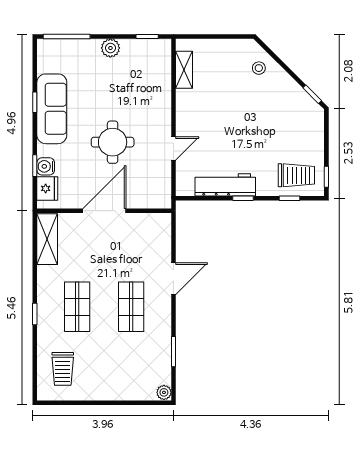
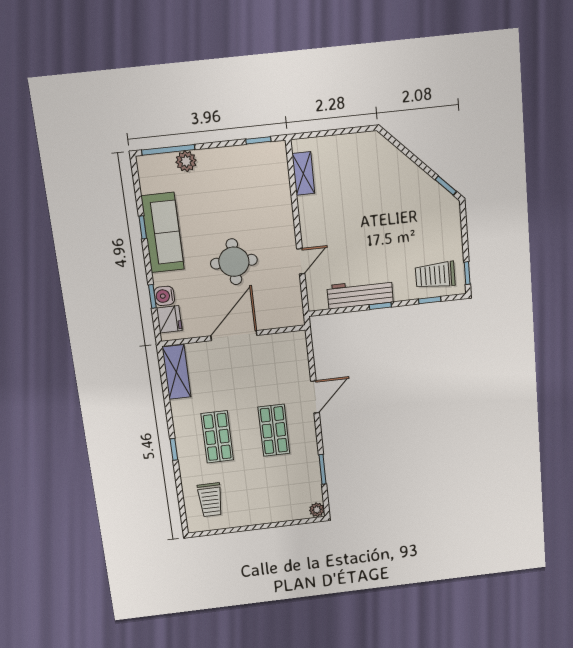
plant: (110, 48) -> (186, 161), moved
stool: (259, 68) -> (386, 163), removed
trolley: (296, 175) -> (435, 275), turned 180

